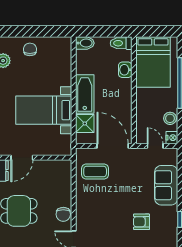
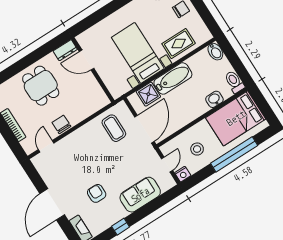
rug: (58, 70) -> (179, 44), added
stool: (170, 118) -> (197, 149), moved
chair: (63, 214) -> (61, 124), turned 90

